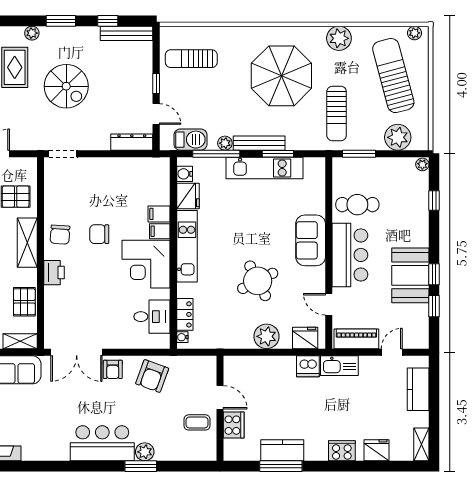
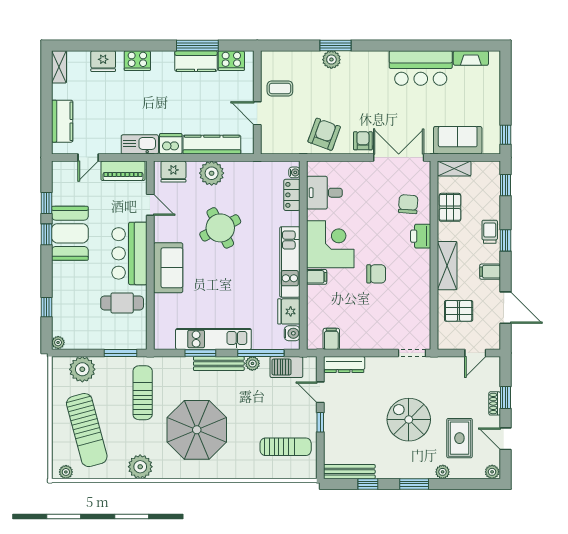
filing cabinet: (159, 214) -> (331, 339), moved, turned -90
chair: (60, 235) -> (408, 204), moved
kitchen counter: (266, 365) -> (212, 145), added
cooker: (234, 425) -> (231, 61), moved, turned -90
bar counter: (102, 443) -> (421, 68), moved

